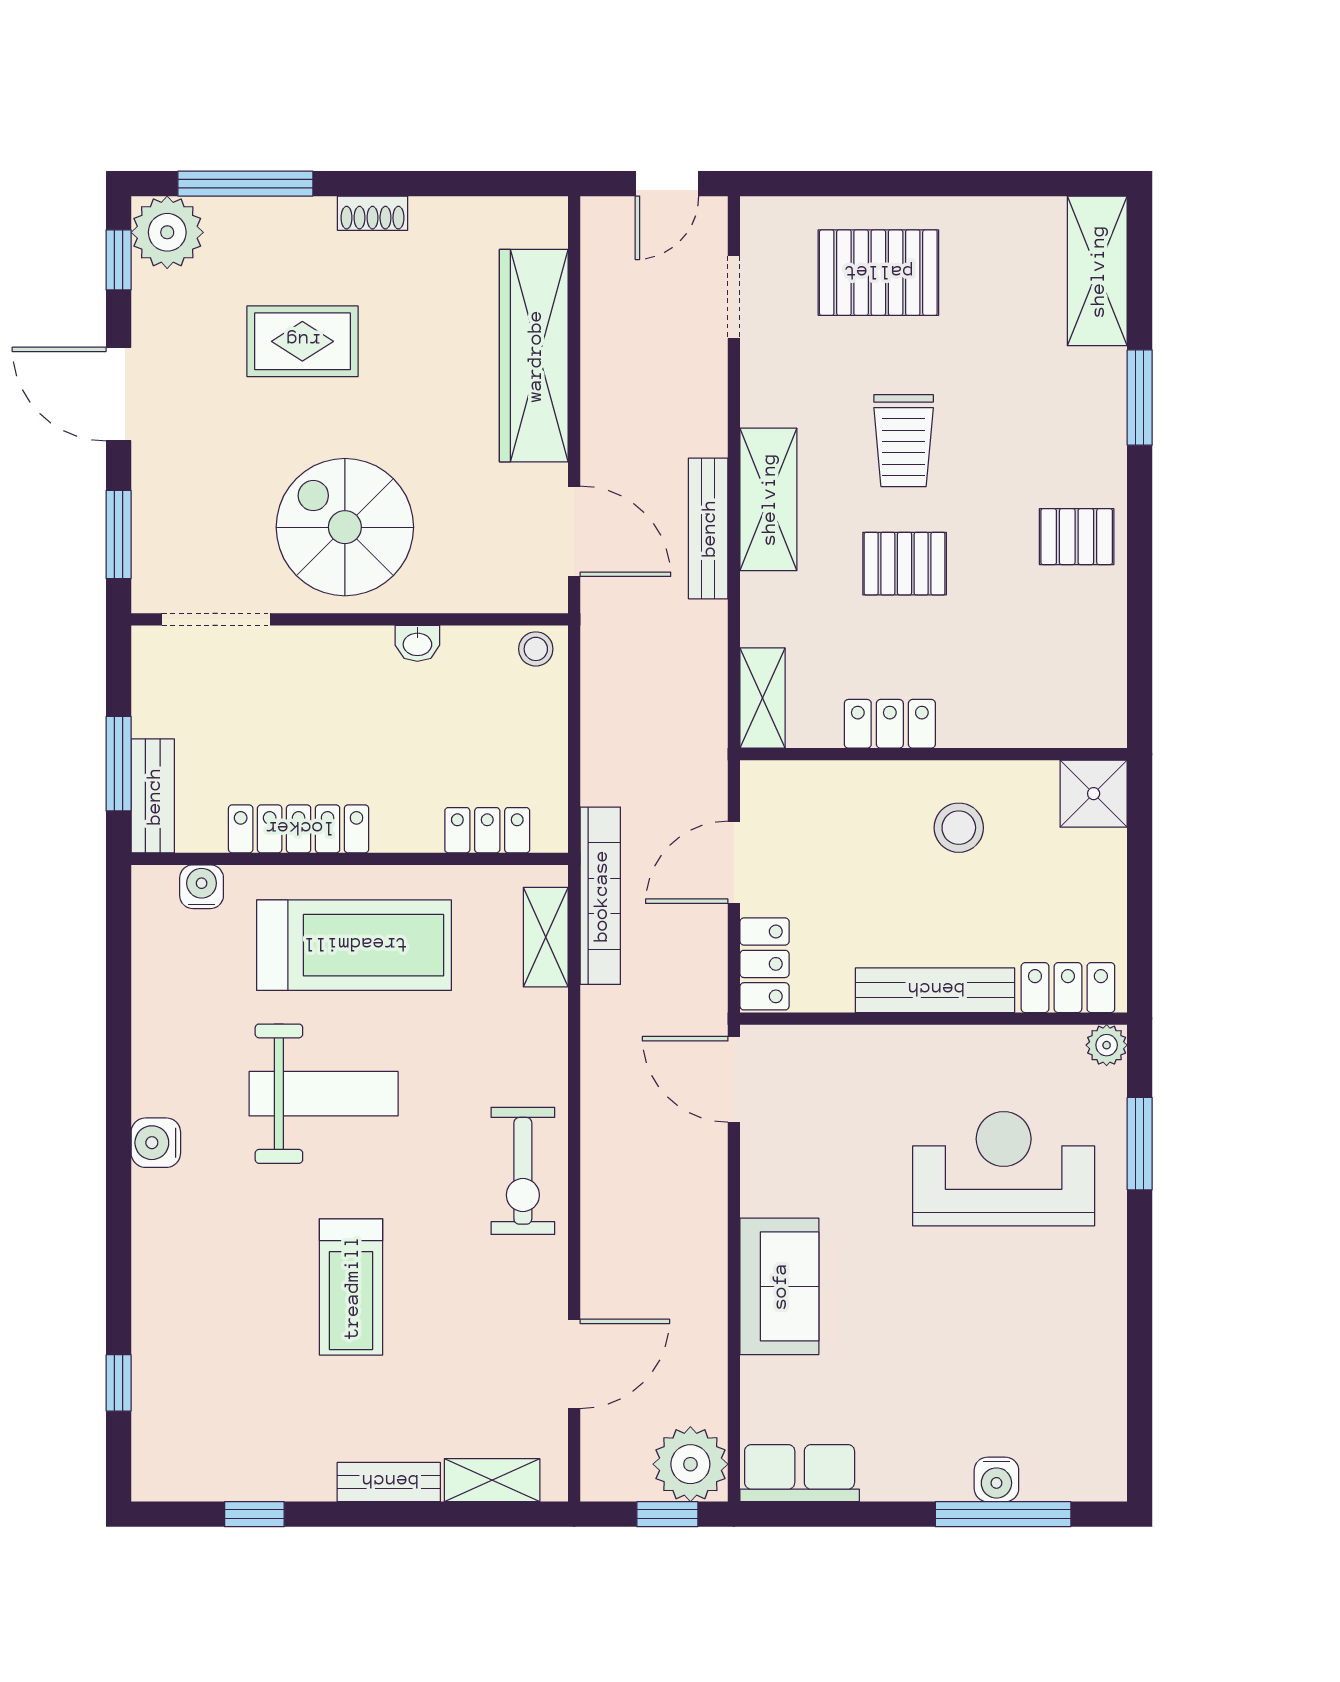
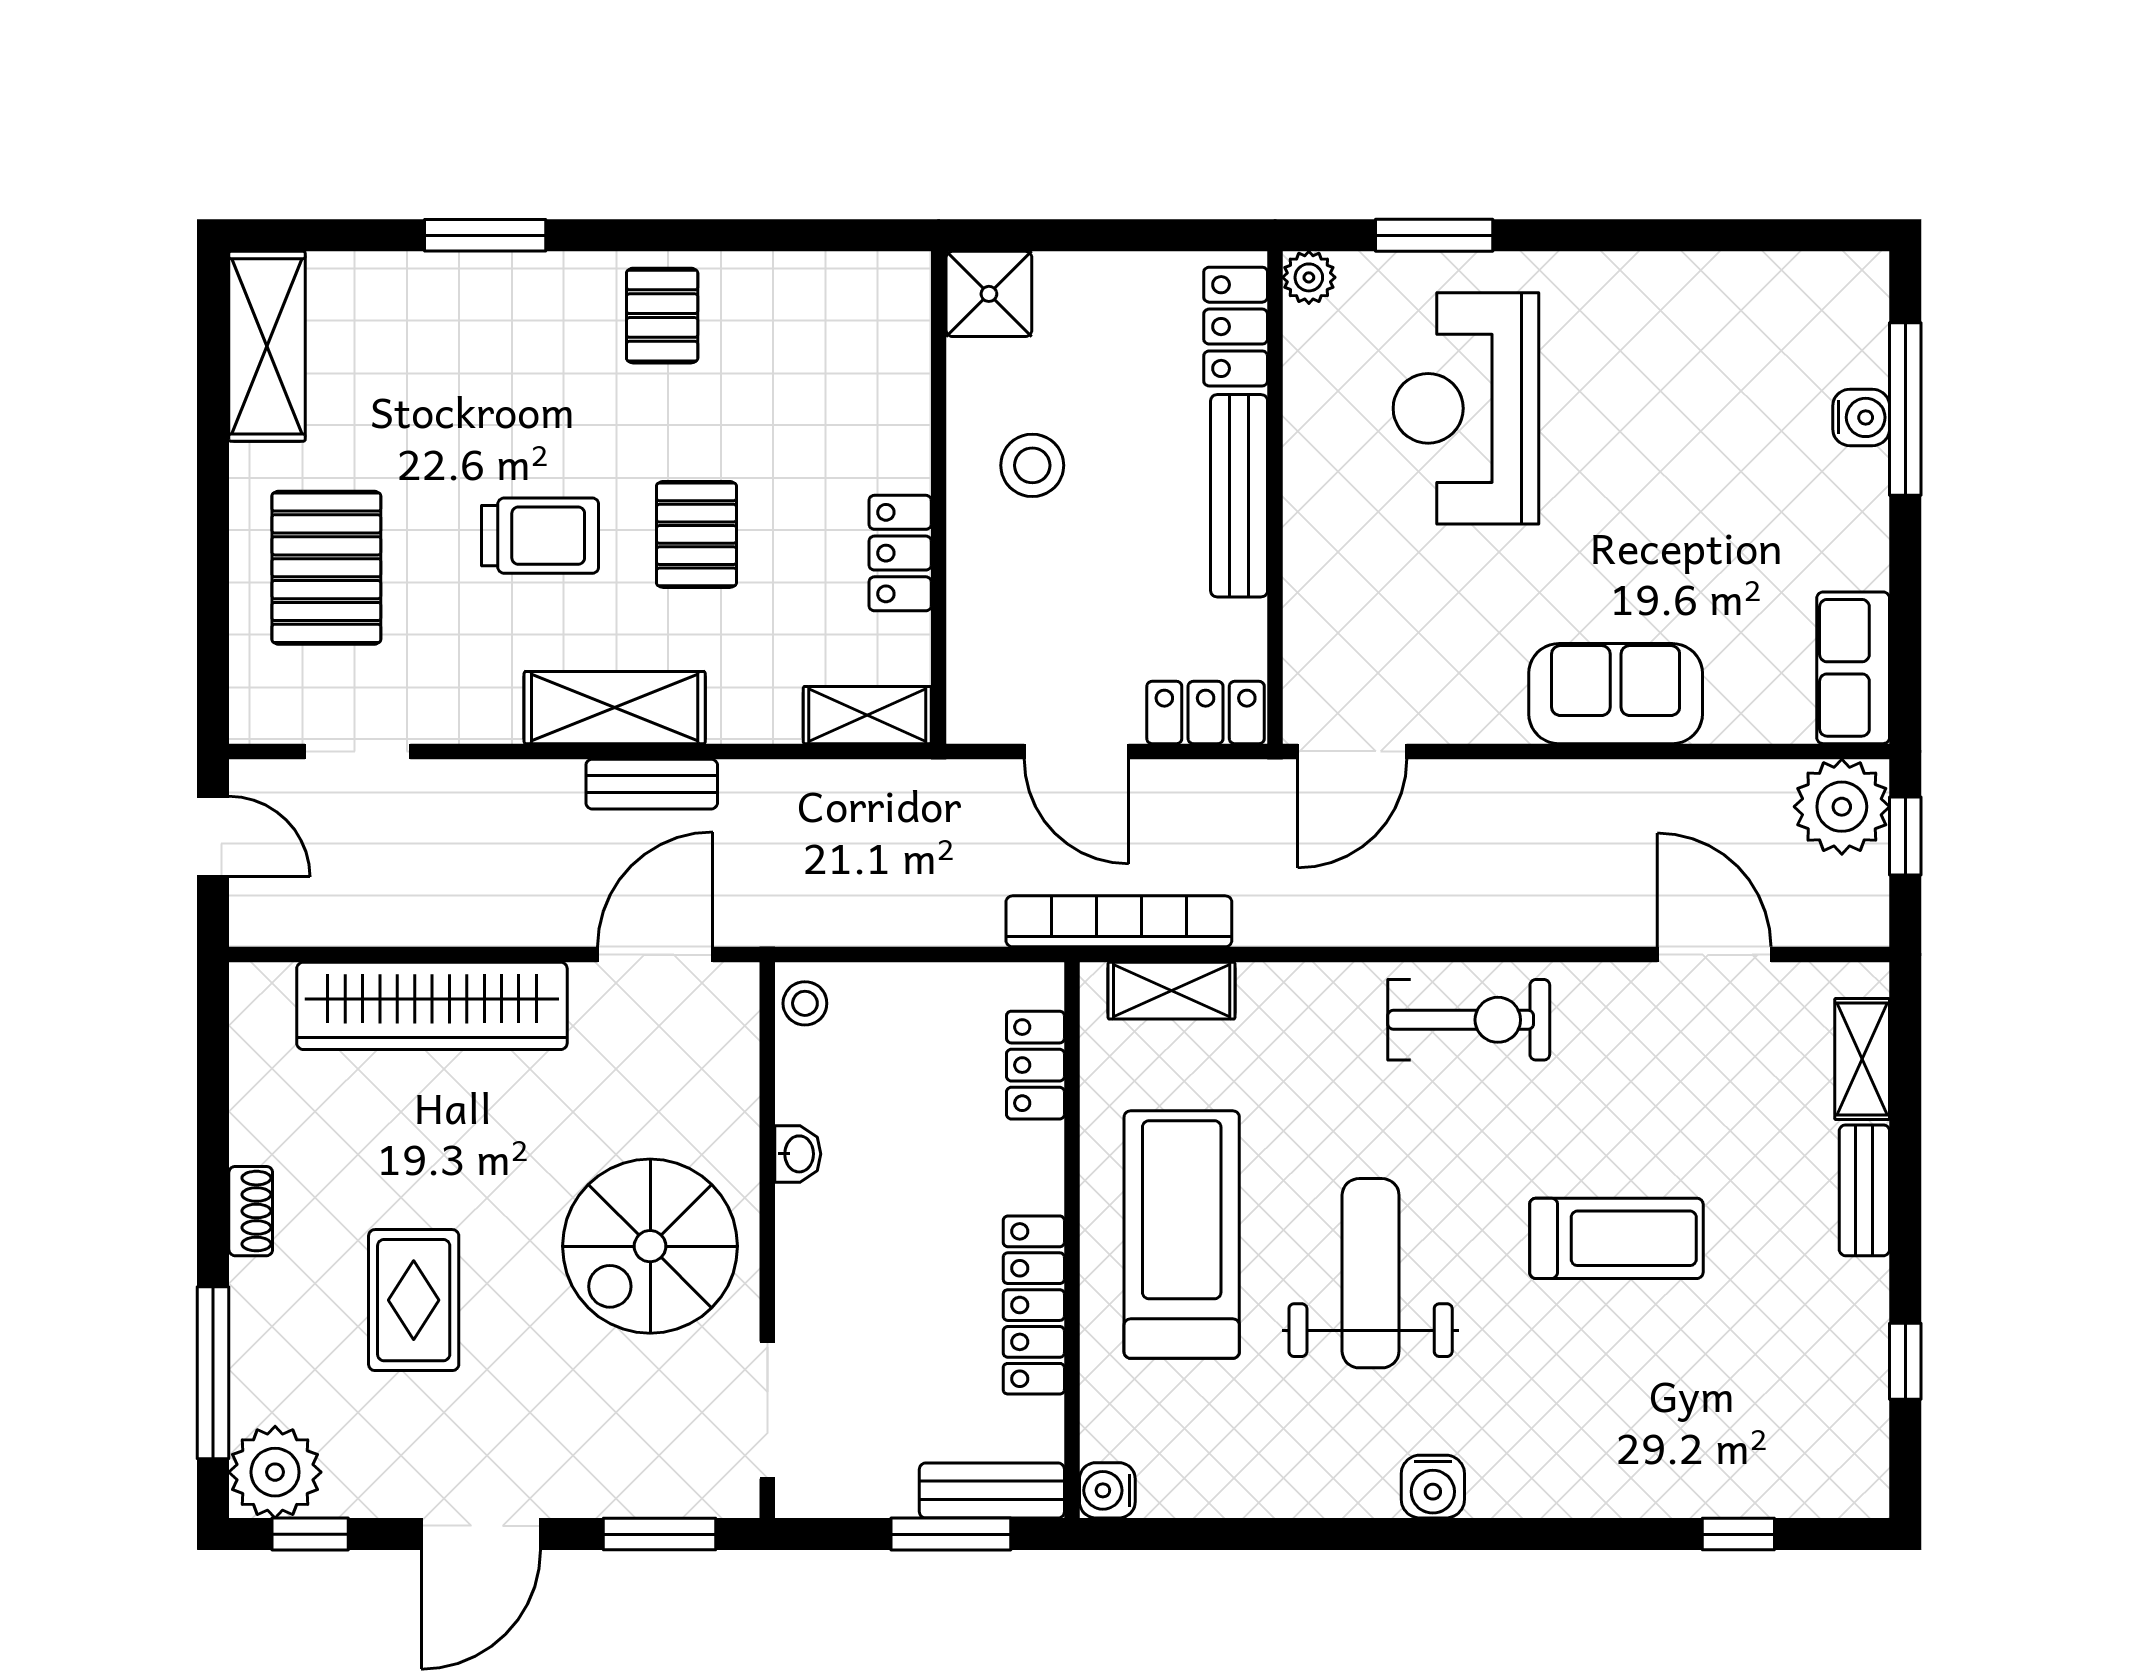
shelving: (1097, 271) -> (267, 346), moved, turned 90
bench: (708, 528) -> (652, 784), width x0.73
water cooler: (202, 887) -> (1107, 1490), moved

